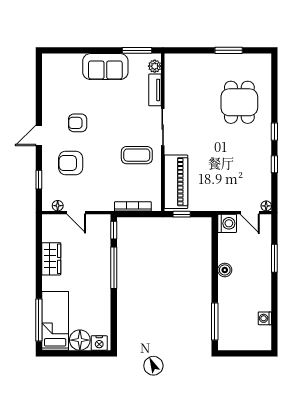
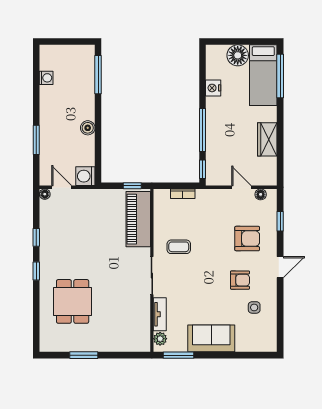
side table: (64, 96) -> (254, 307), added
coffee table: (137, 155) -> (179, 247), width x0.73, depth x0.77
bookcase: (133, 206) -> (183, 194), width x0.64
nightstand: (99, 343) -> (213, 88), moved, turned -90

